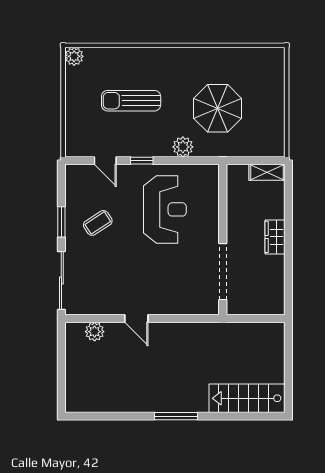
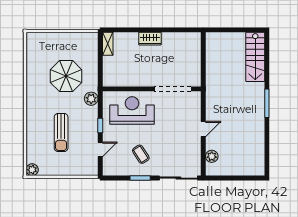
wall: (223, 240) -> (152, 89), moved
doorway: (223, 272) -> (173, 89), moved

